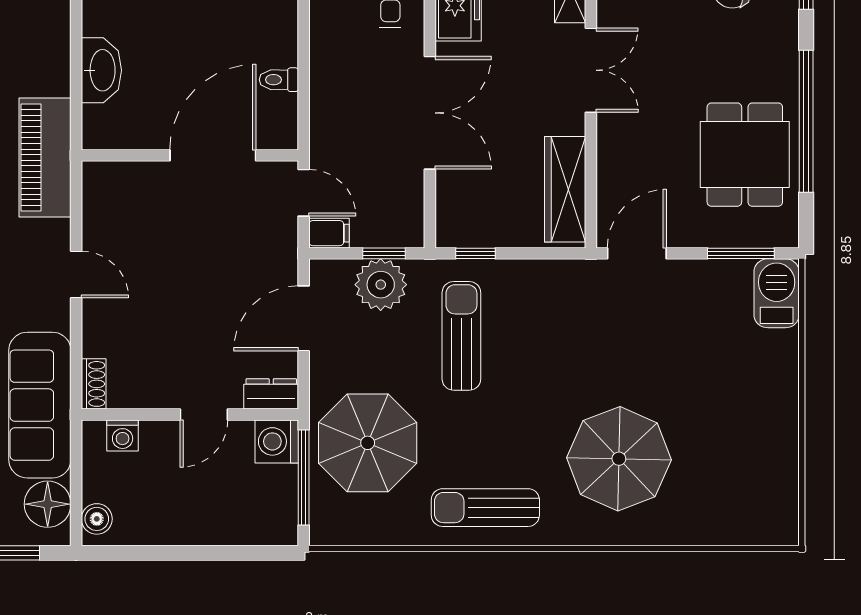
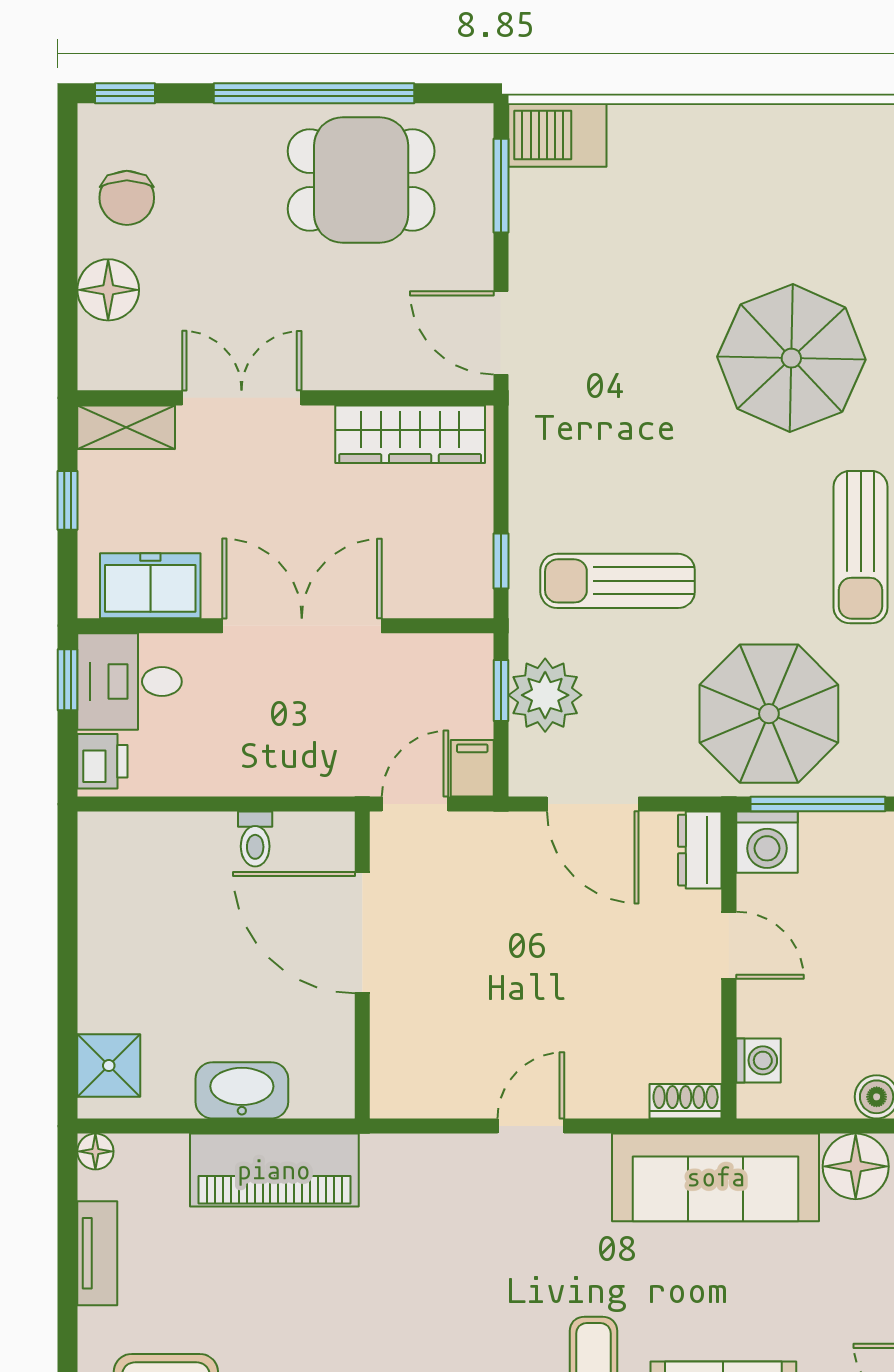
piano: (45, 158) -> (274, 1170), moved

